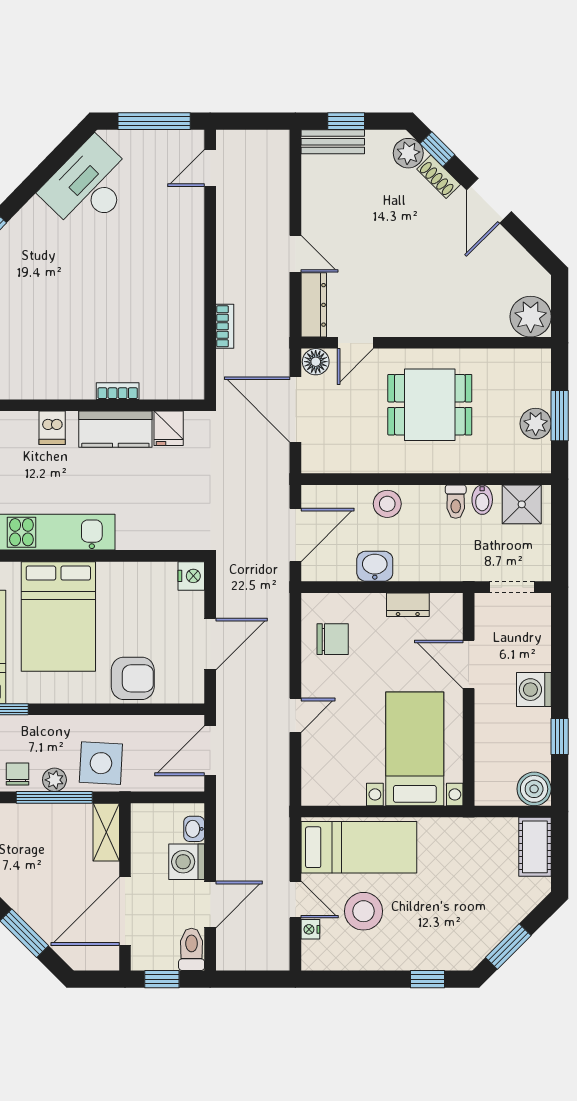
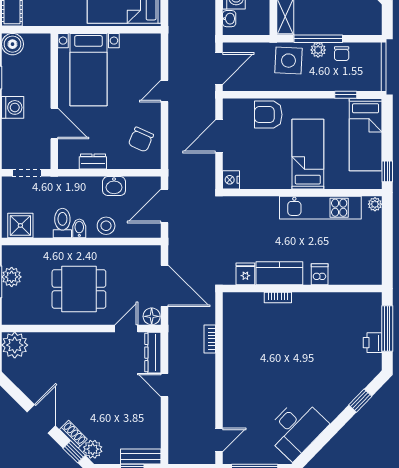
bidet: (482, 500) -> (79, 228), moved
toilet: (456, 502) -> (62, 223), width x1.37, depth x1.39
bed: (58, 616) -> (308, 154), width x0.67
chair: (333, 639) -> (141, 139), turned -66

